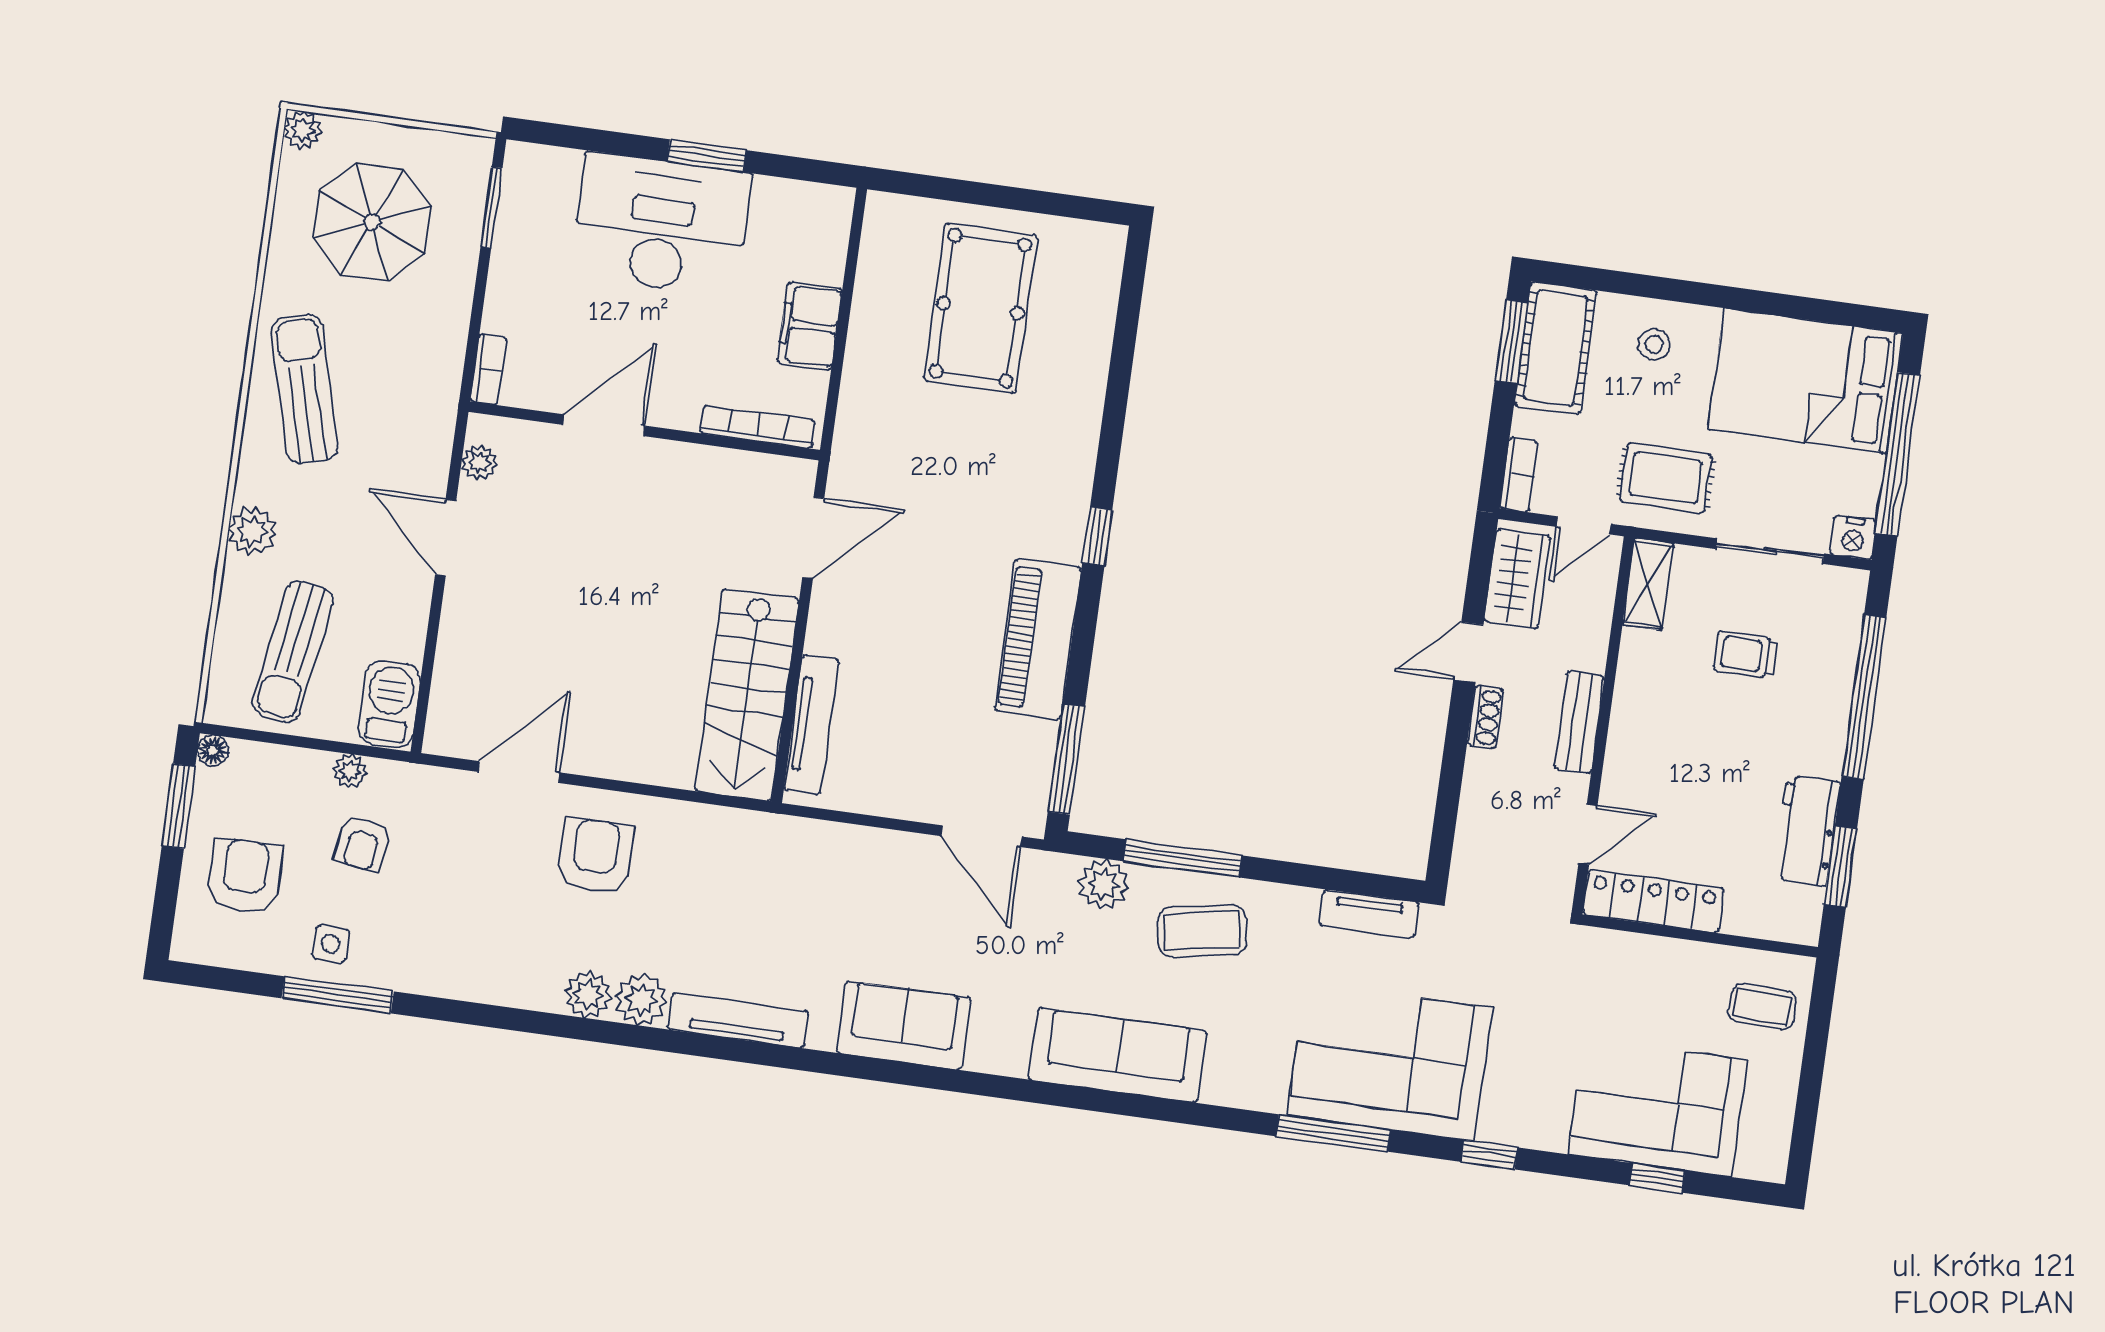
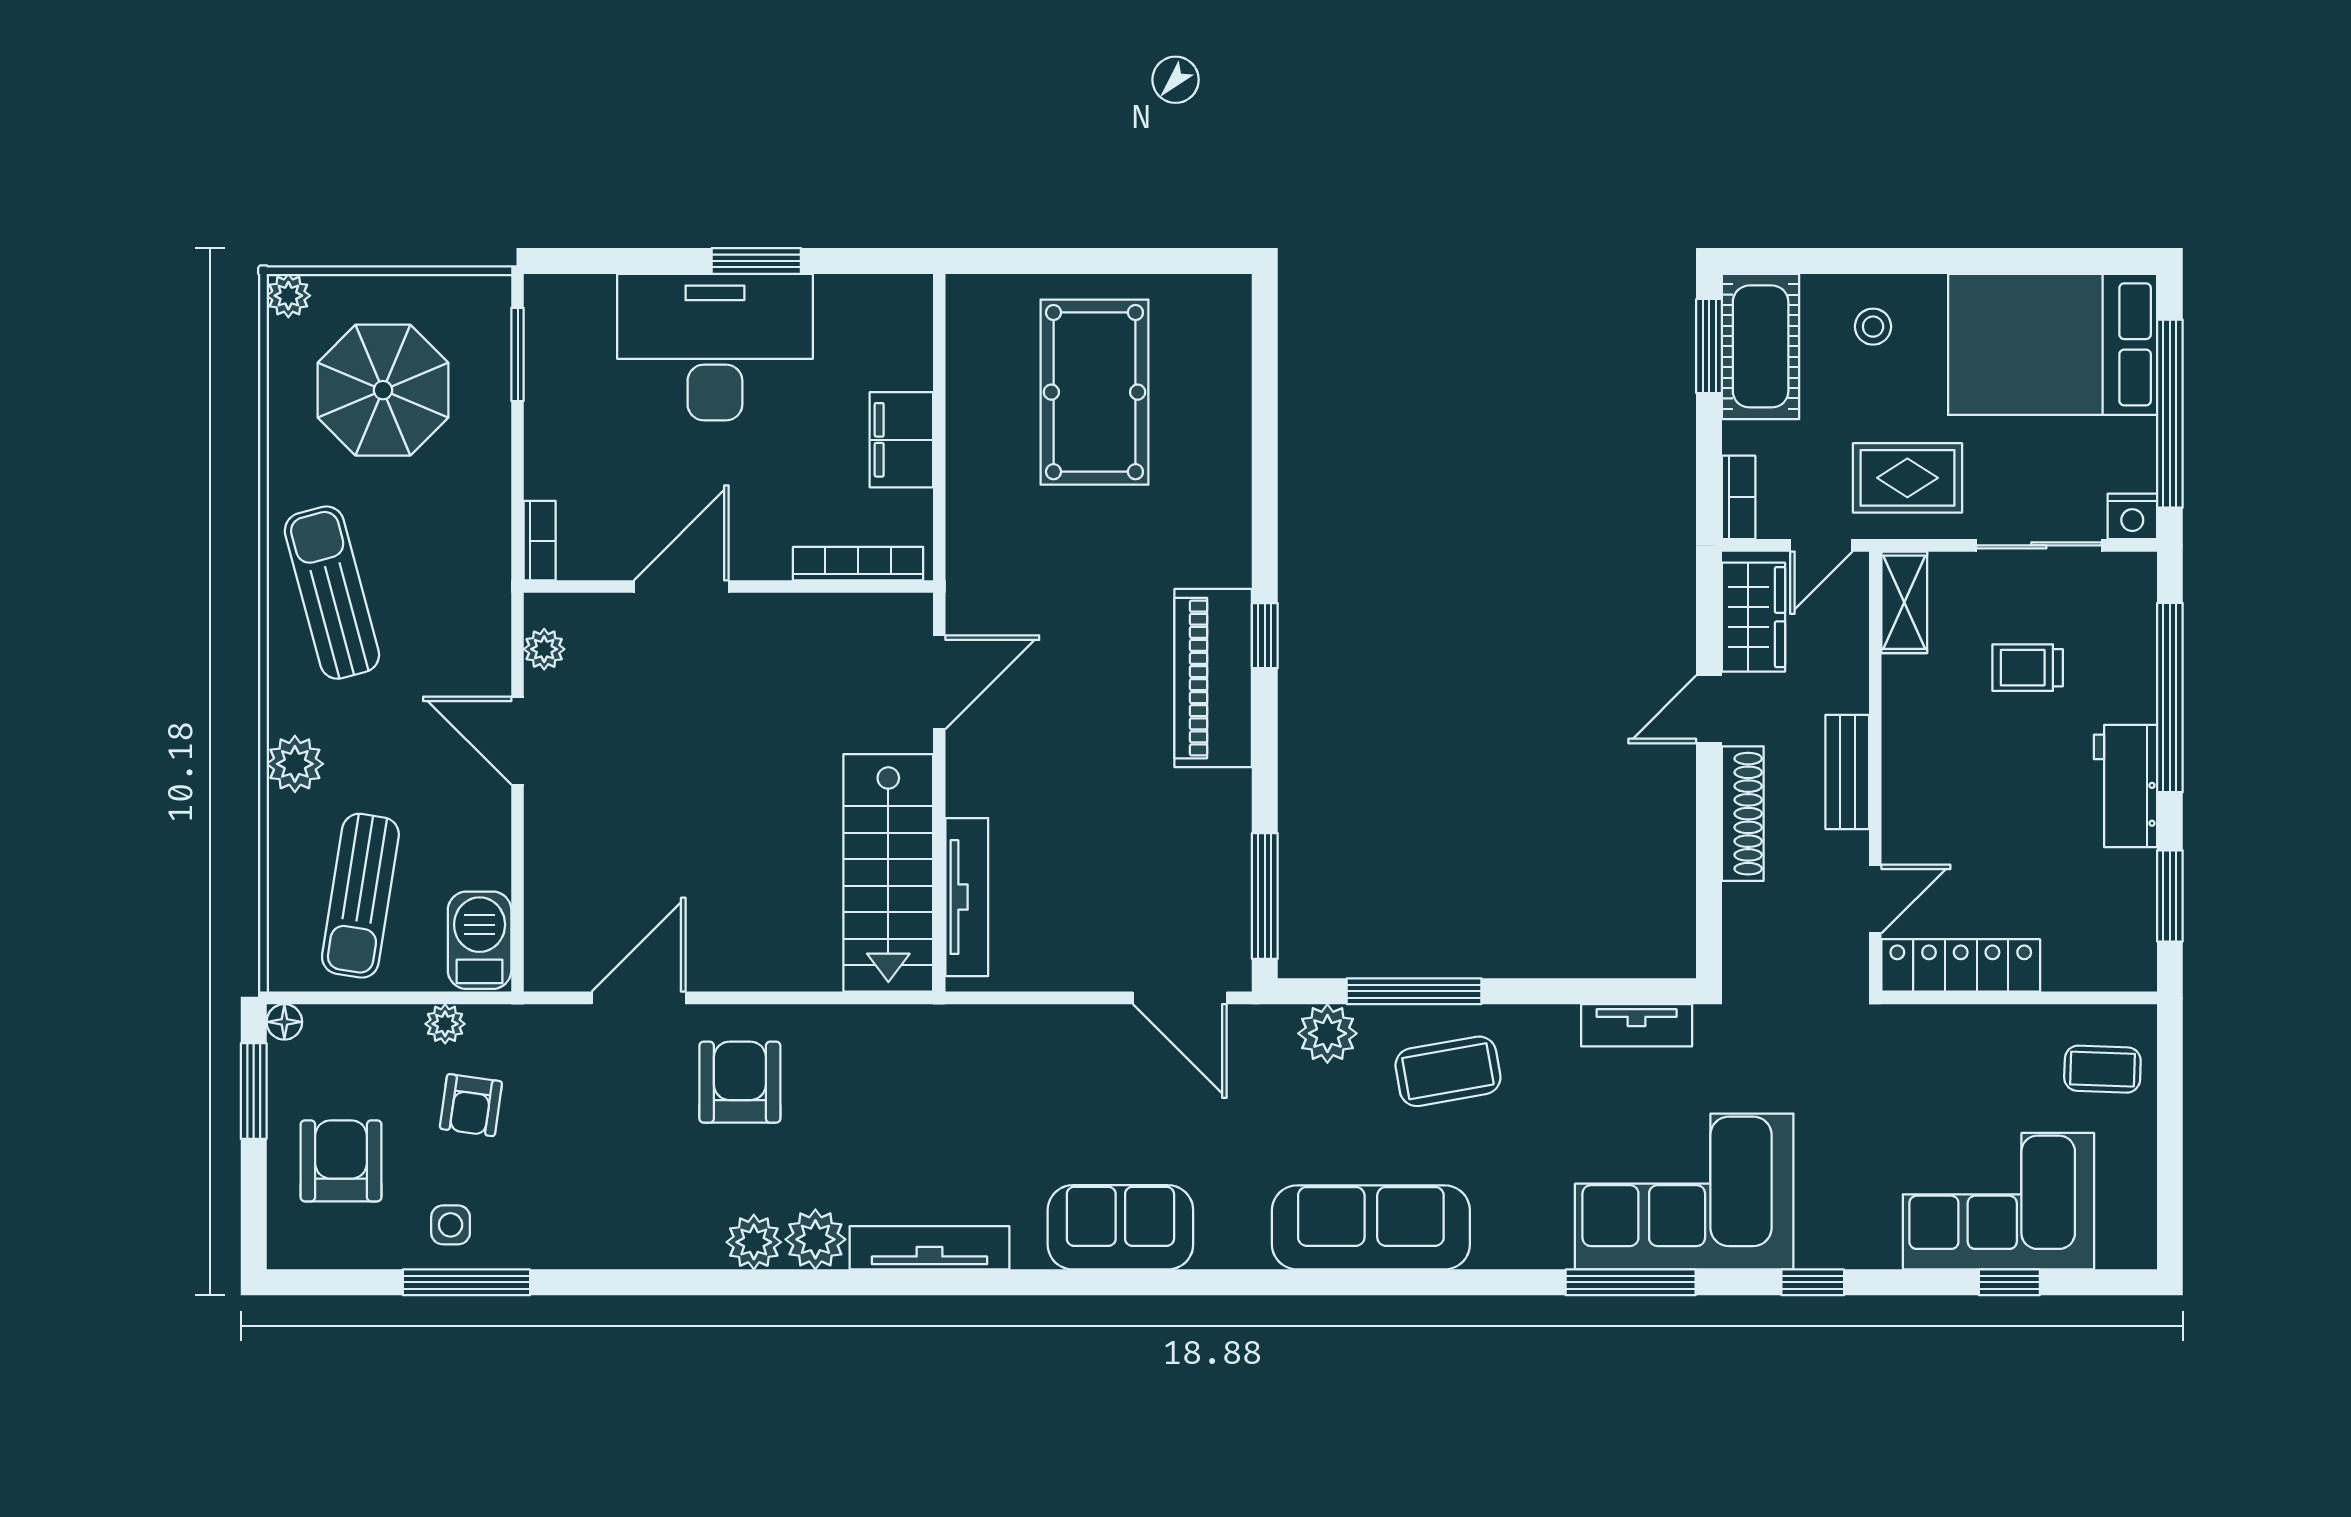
piano: (1038, 639) -> (1213, 678), moved
shoe rack: (1485, 717) -> (1743, 814), width x1.94, depth x1.24
workbench: (1807, 831) -> (2125, 786), moved

